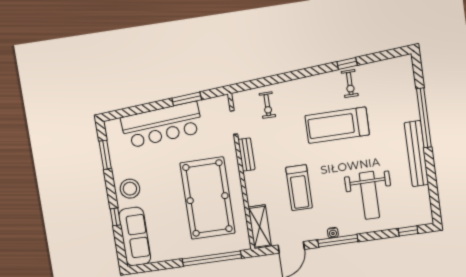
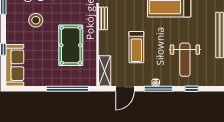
stool: (130, 189) -> (36, 20), moved
pool table: (207, 198) -> (71, 45), width x0.73, depth x0.76
window: (408, 231) -> (192, 89), moved

